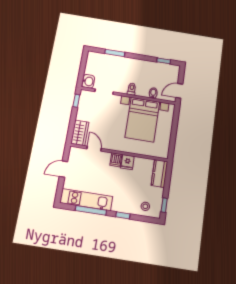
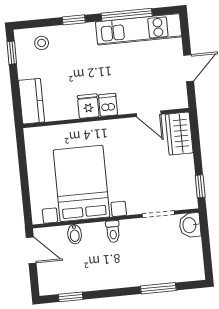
door: (179, 91) -> (31, 250), hinge flipped

